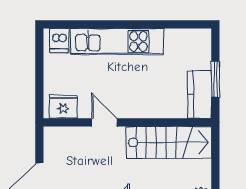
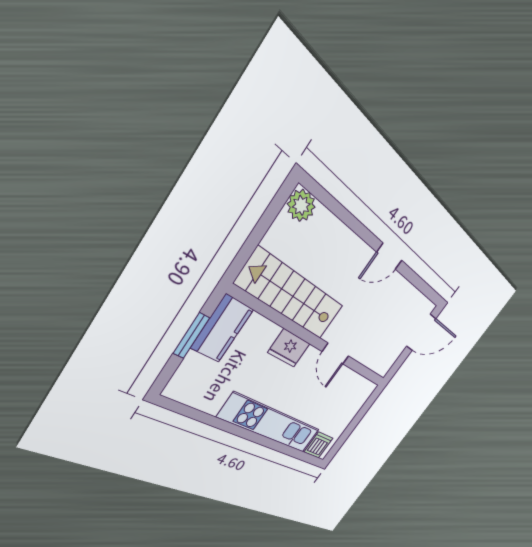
fridge: (63, 107) -> (289, 348), moved

